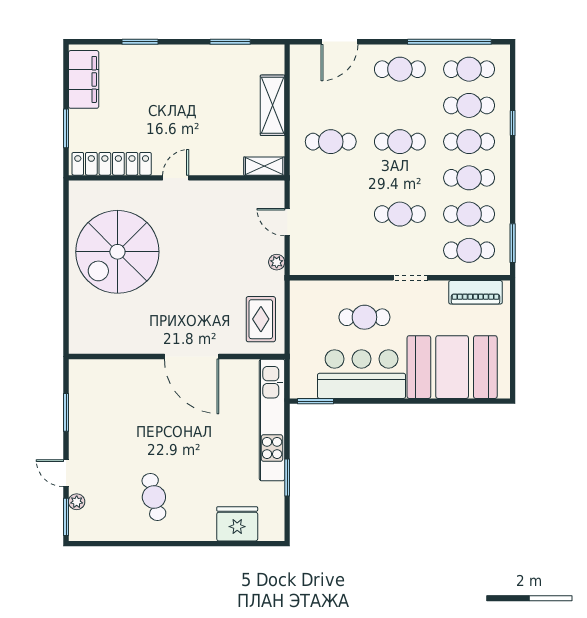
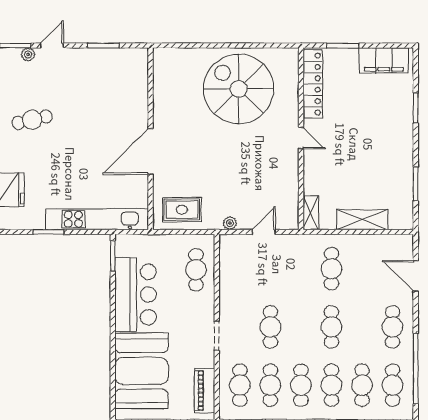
cafe table: (364, 317) -> (196, 270), moved

